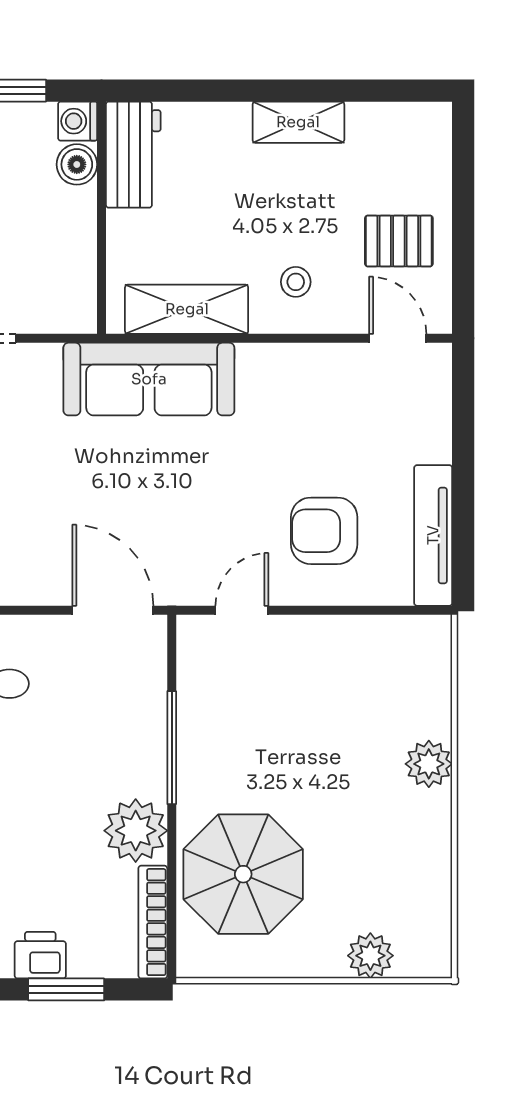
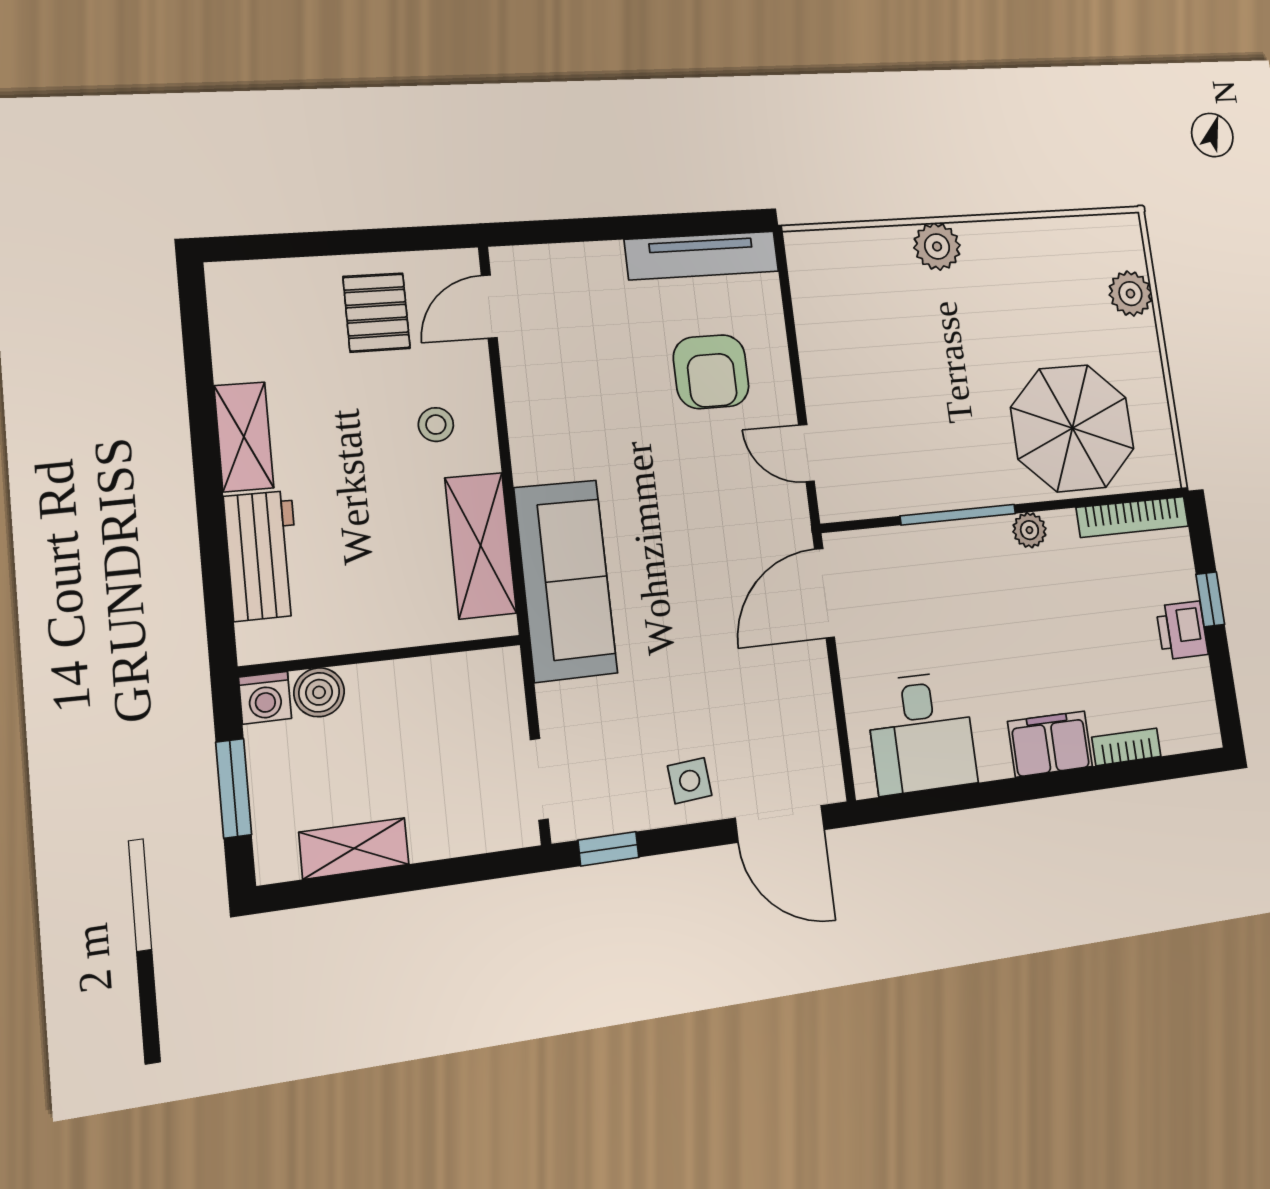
workbench: (133, 155) -> (263, 556), moved, turned 90
plant: (136, 831) -> (1029, 530), width x0.53, depth x0.53
window: (66, 989) -> (1210, 599), width x0.67

